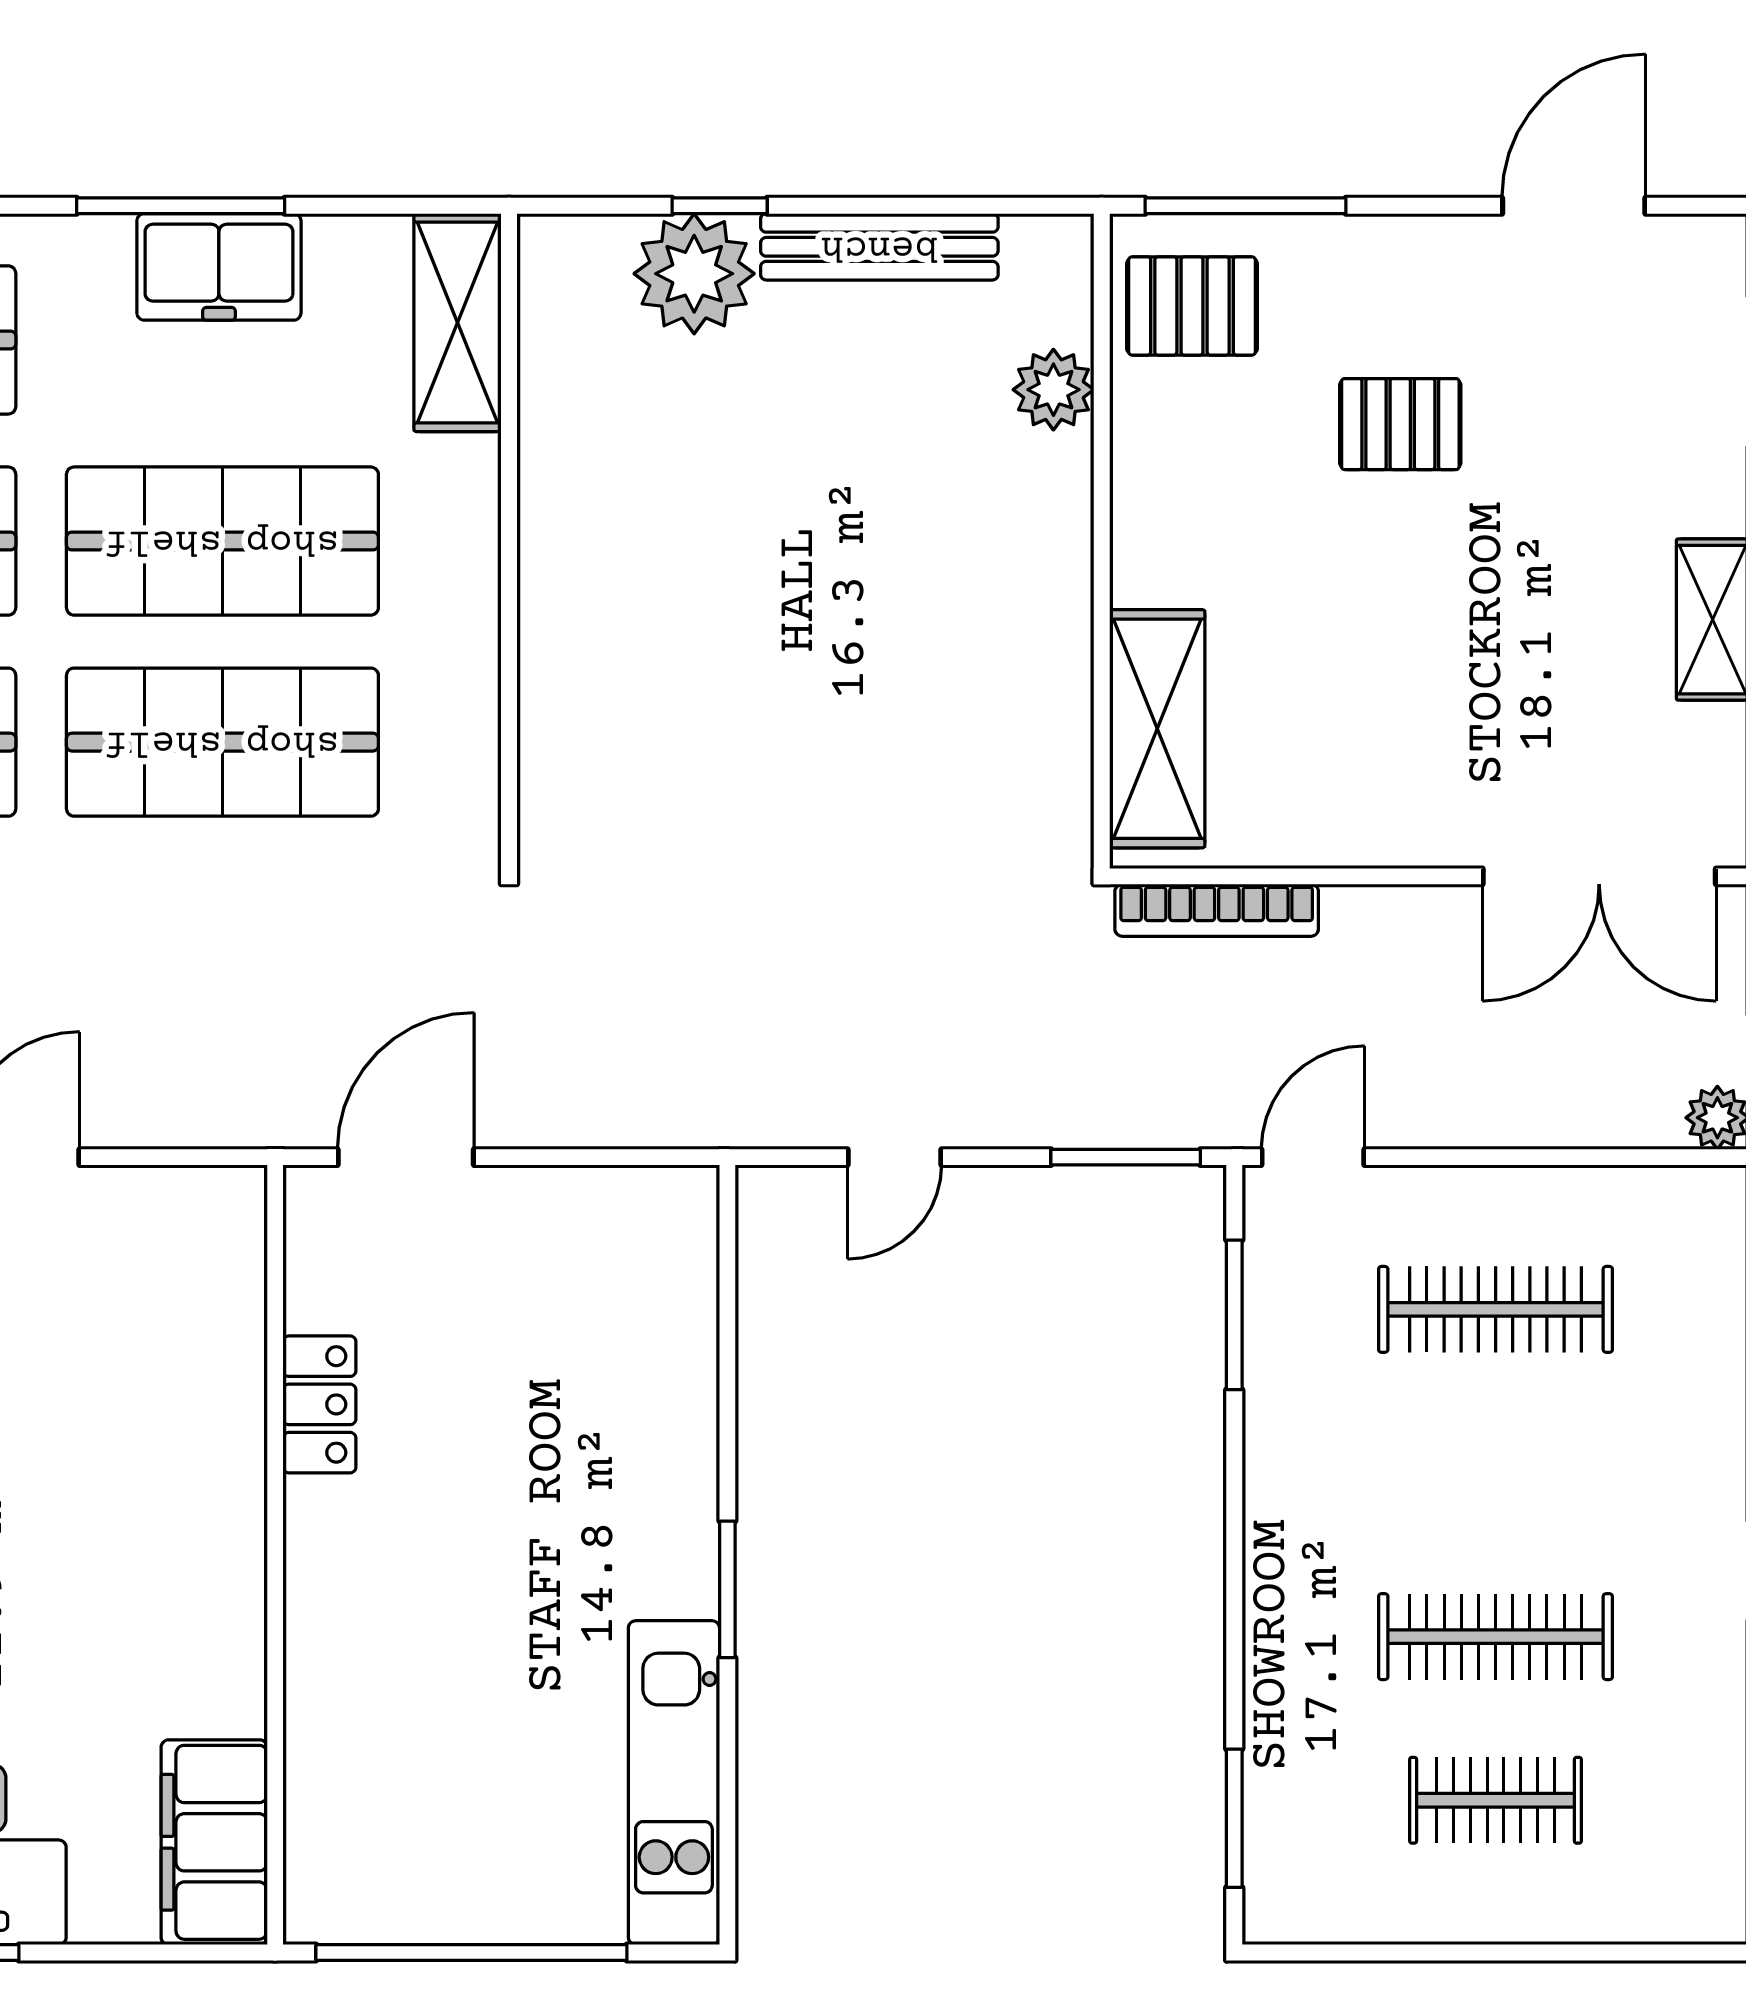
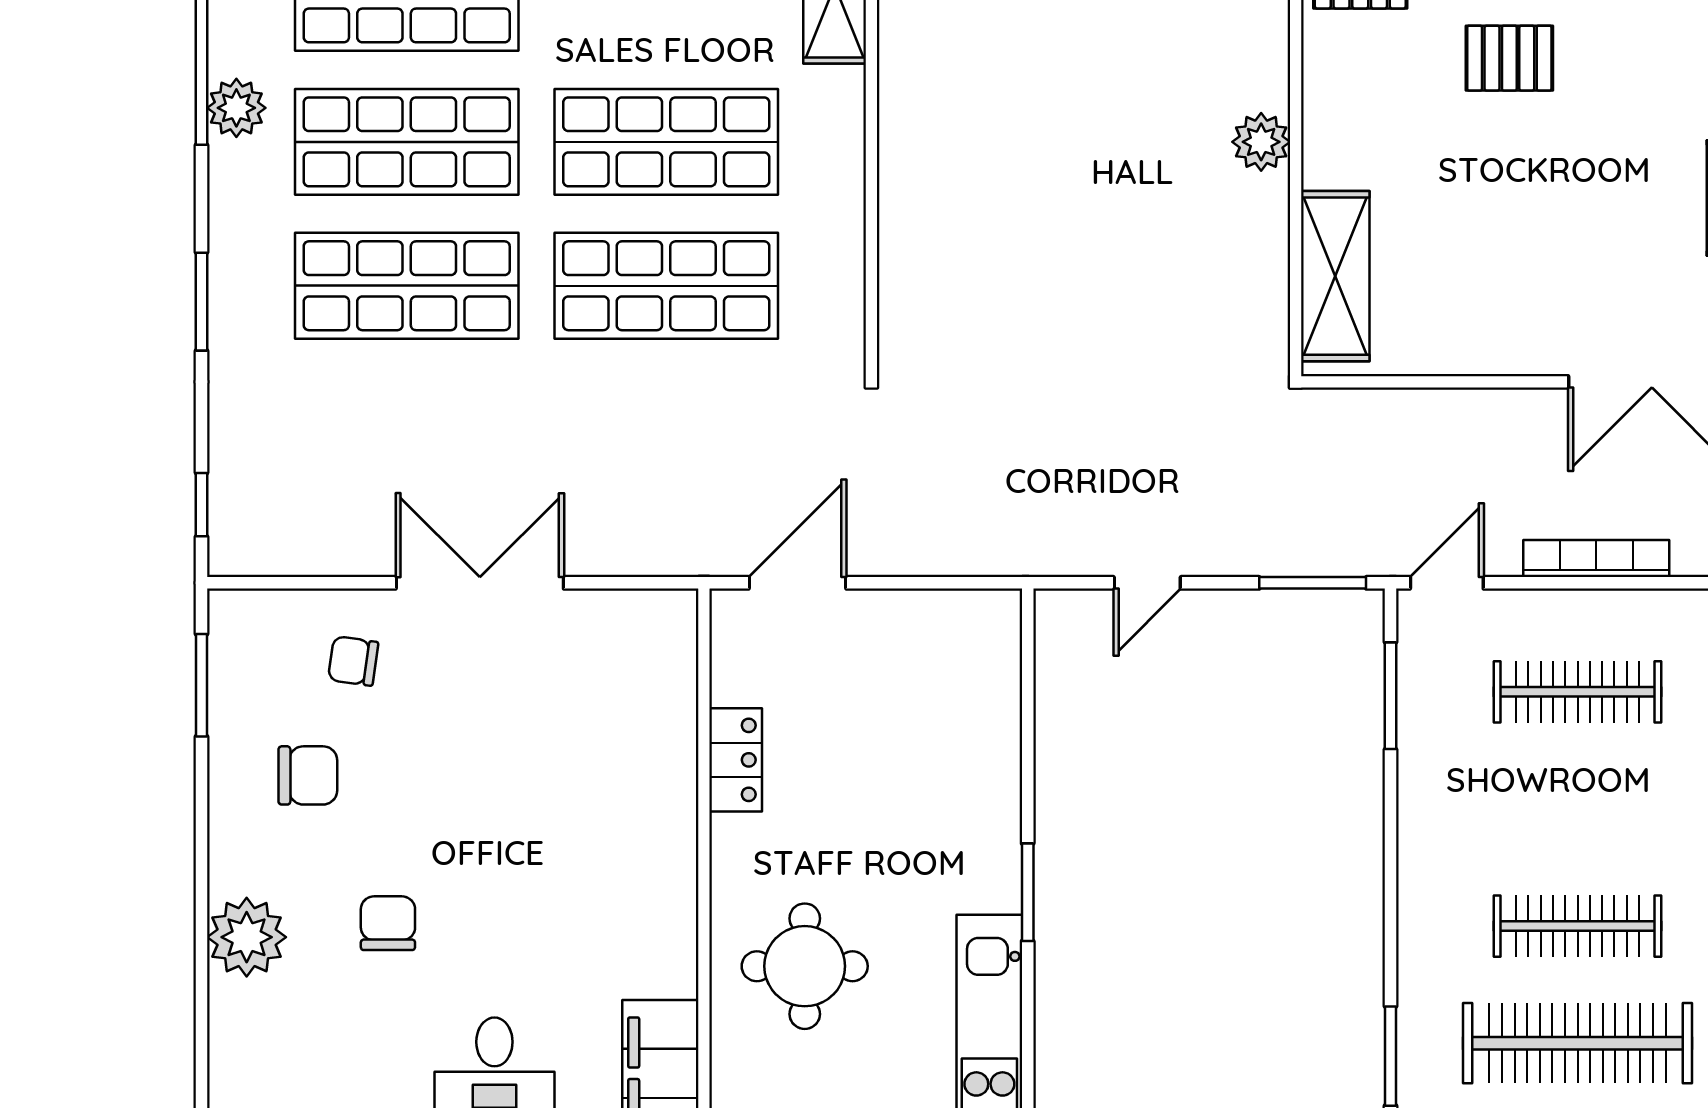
plant: (1053, 390) -> (1261, 142), moved
bookcase: (1217, 910) -> (1596, 559), moved, turned 180
round table: (416, 1693) -> (805, 966), added
clothes rail: (1496, 1800) -> (1578, 1043), width x1.86, depth x1.31

